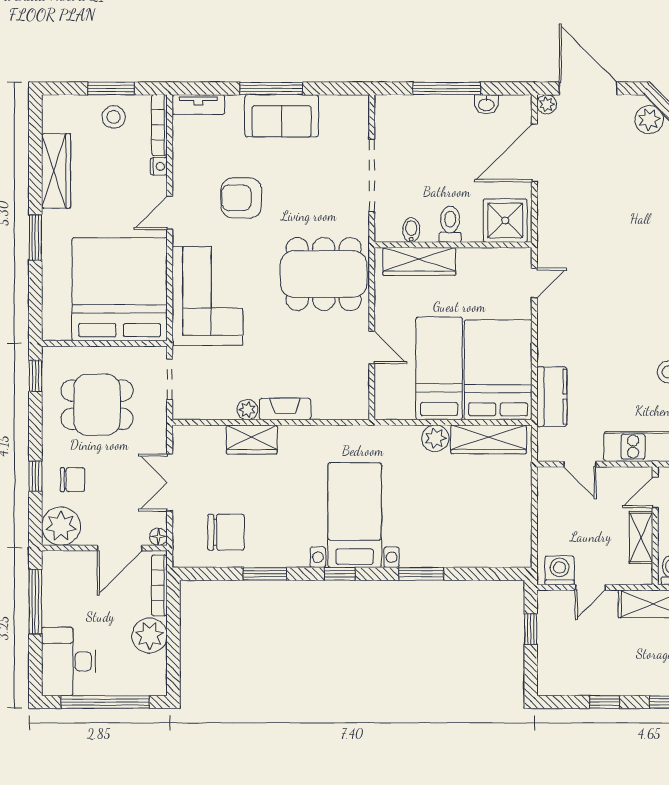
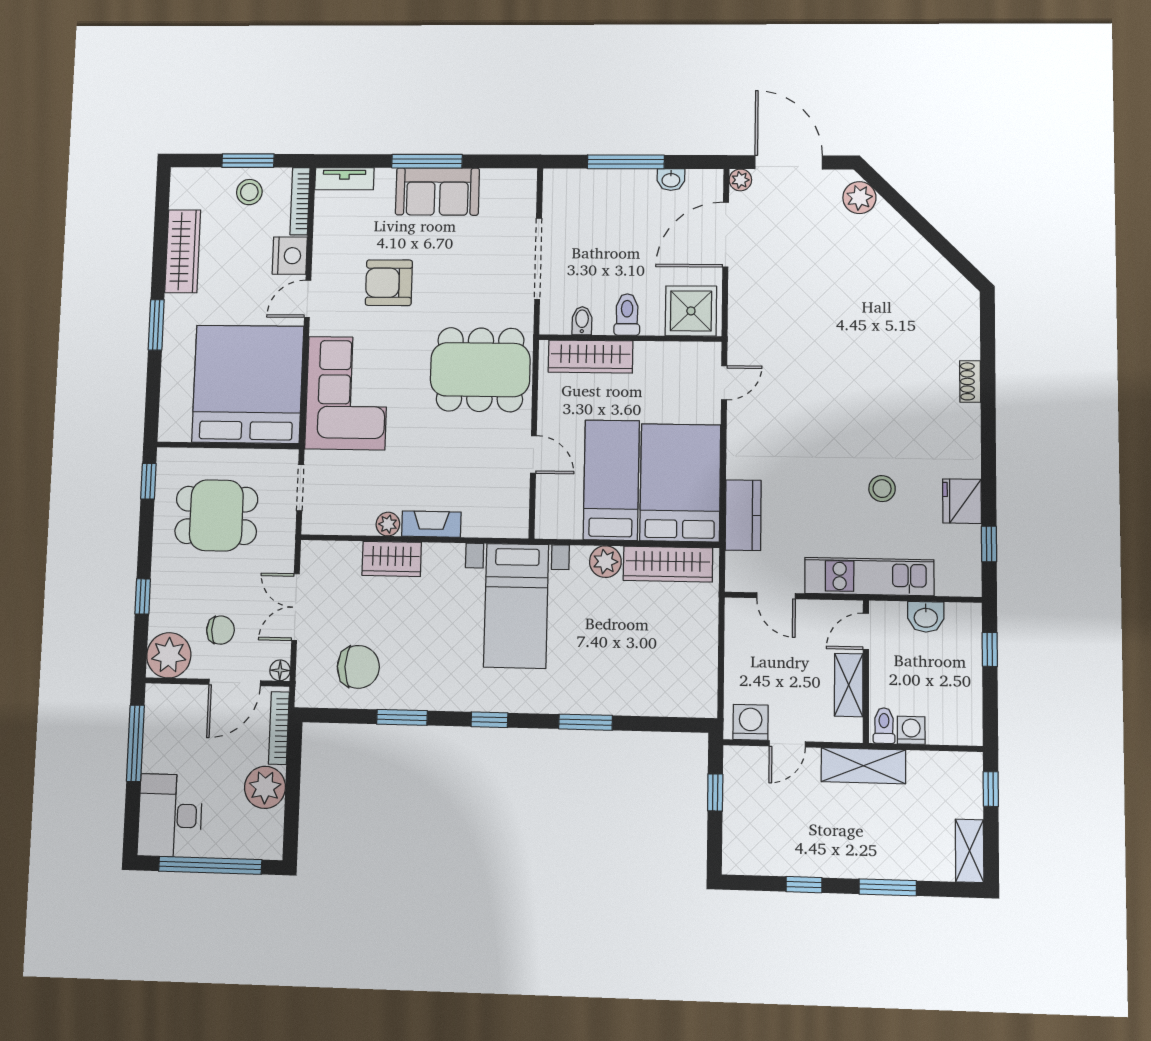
nightstand: (159, 166) -> (290, 256), width x1.89, depth x1.79
chair: (73, 480) -> (220, 630), moved
bed with nightstands: (355, 515) -> (516, 606), moved, turned 180

